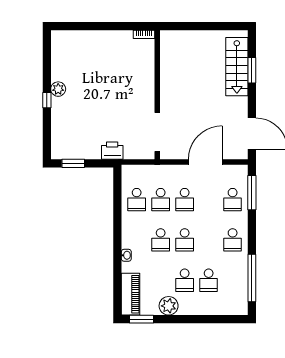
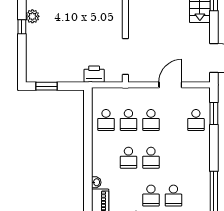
printer: (112, 151) -> (94, 74), moved
door: (205, 162) -> (170, 85), width x0.73
window: (252, 193) -> (214, 113), width x0.69
school desk: (233, 240) -> (196, 158), removed
washbasin: (126, 255) -> (96, 182), moved

